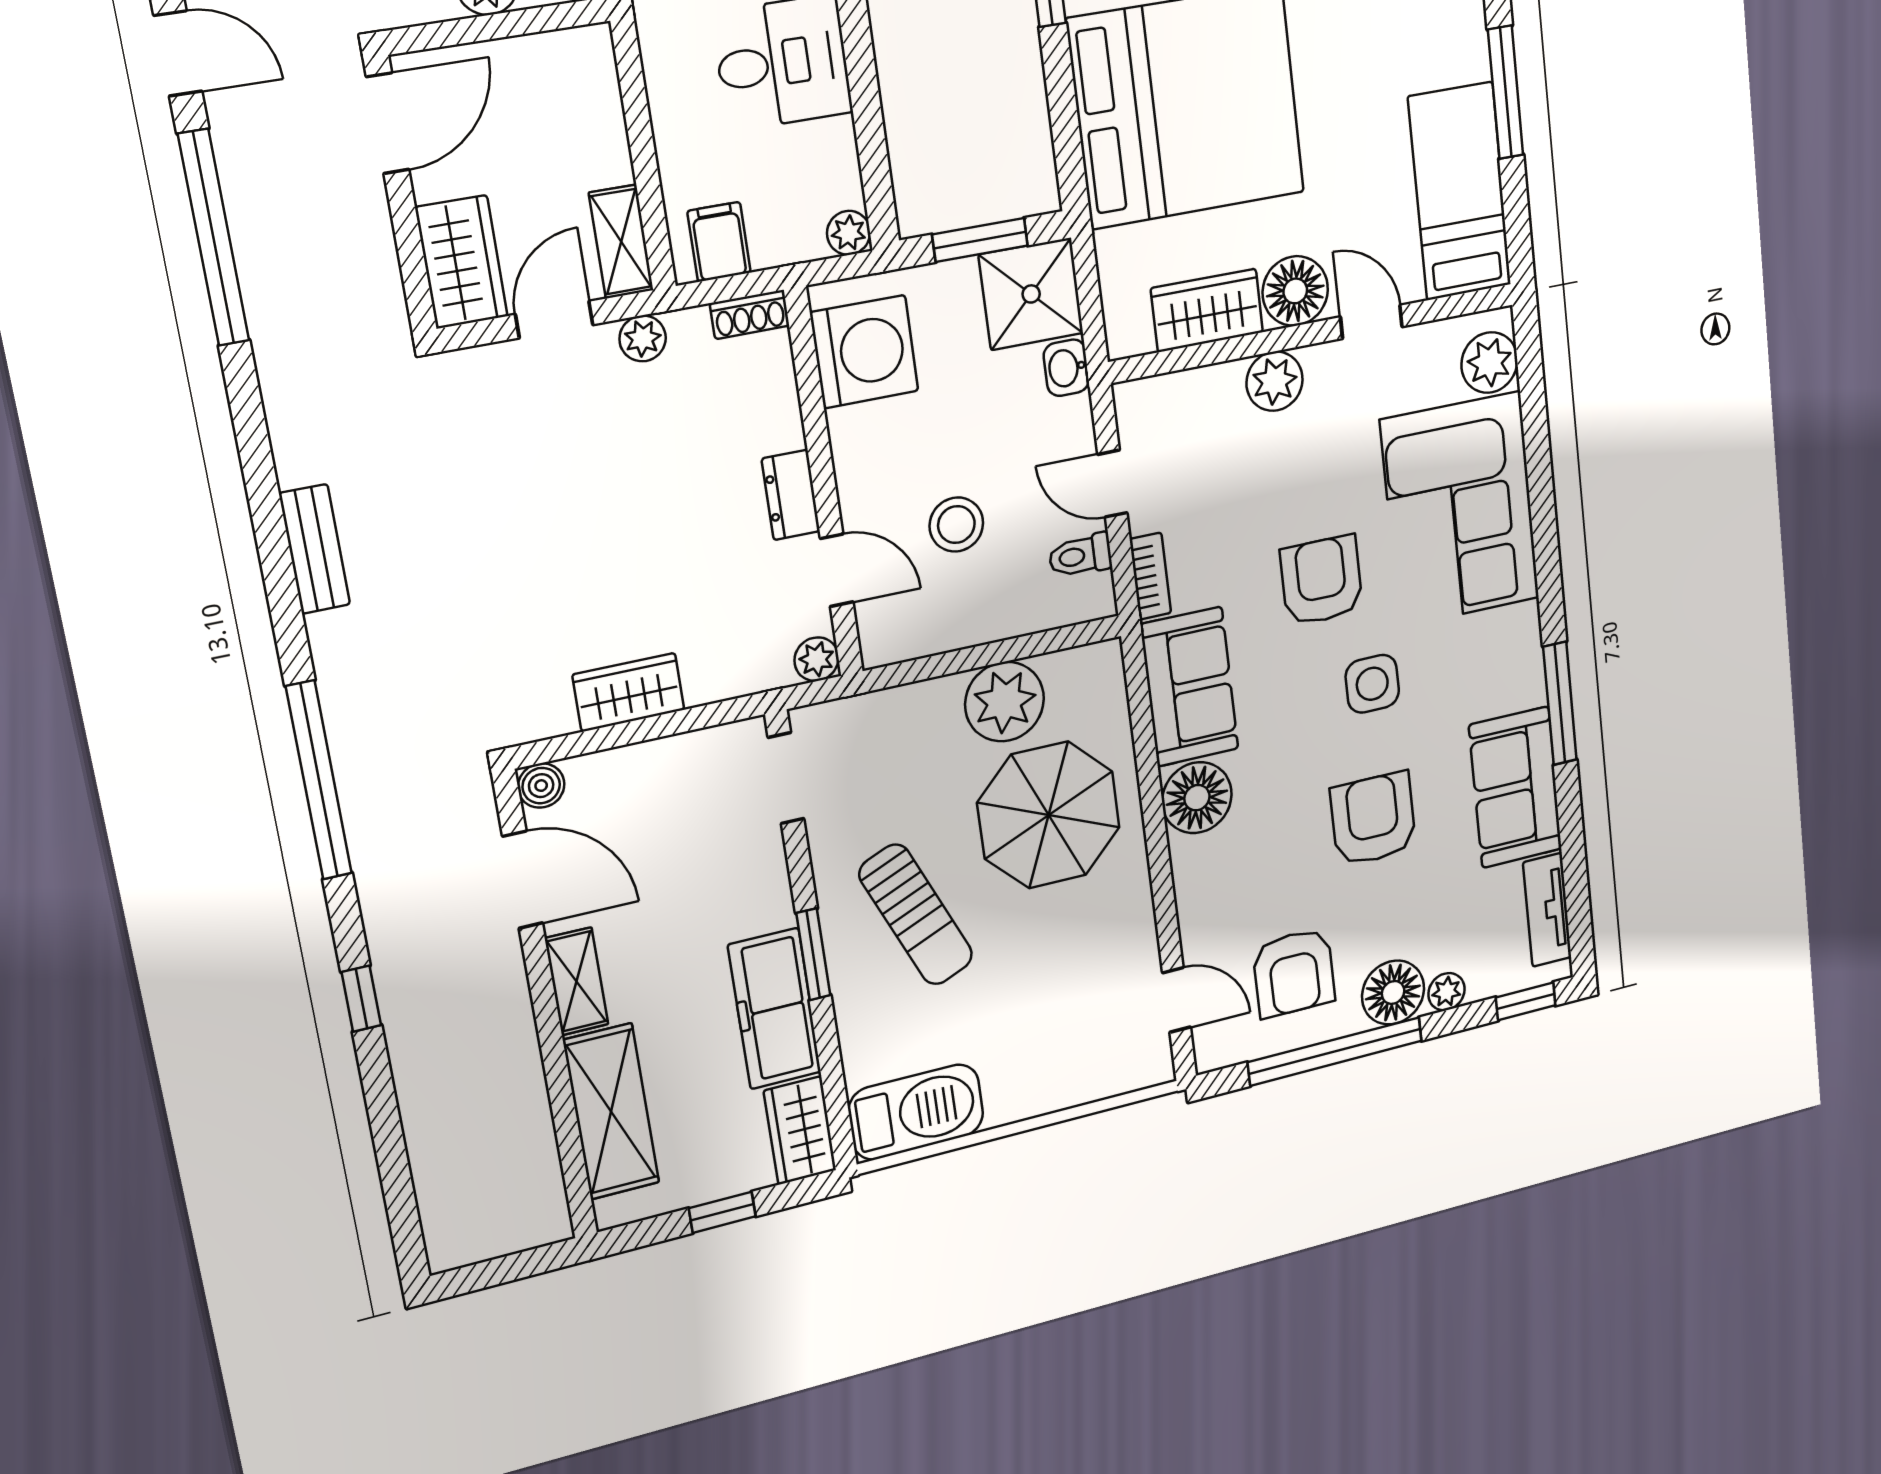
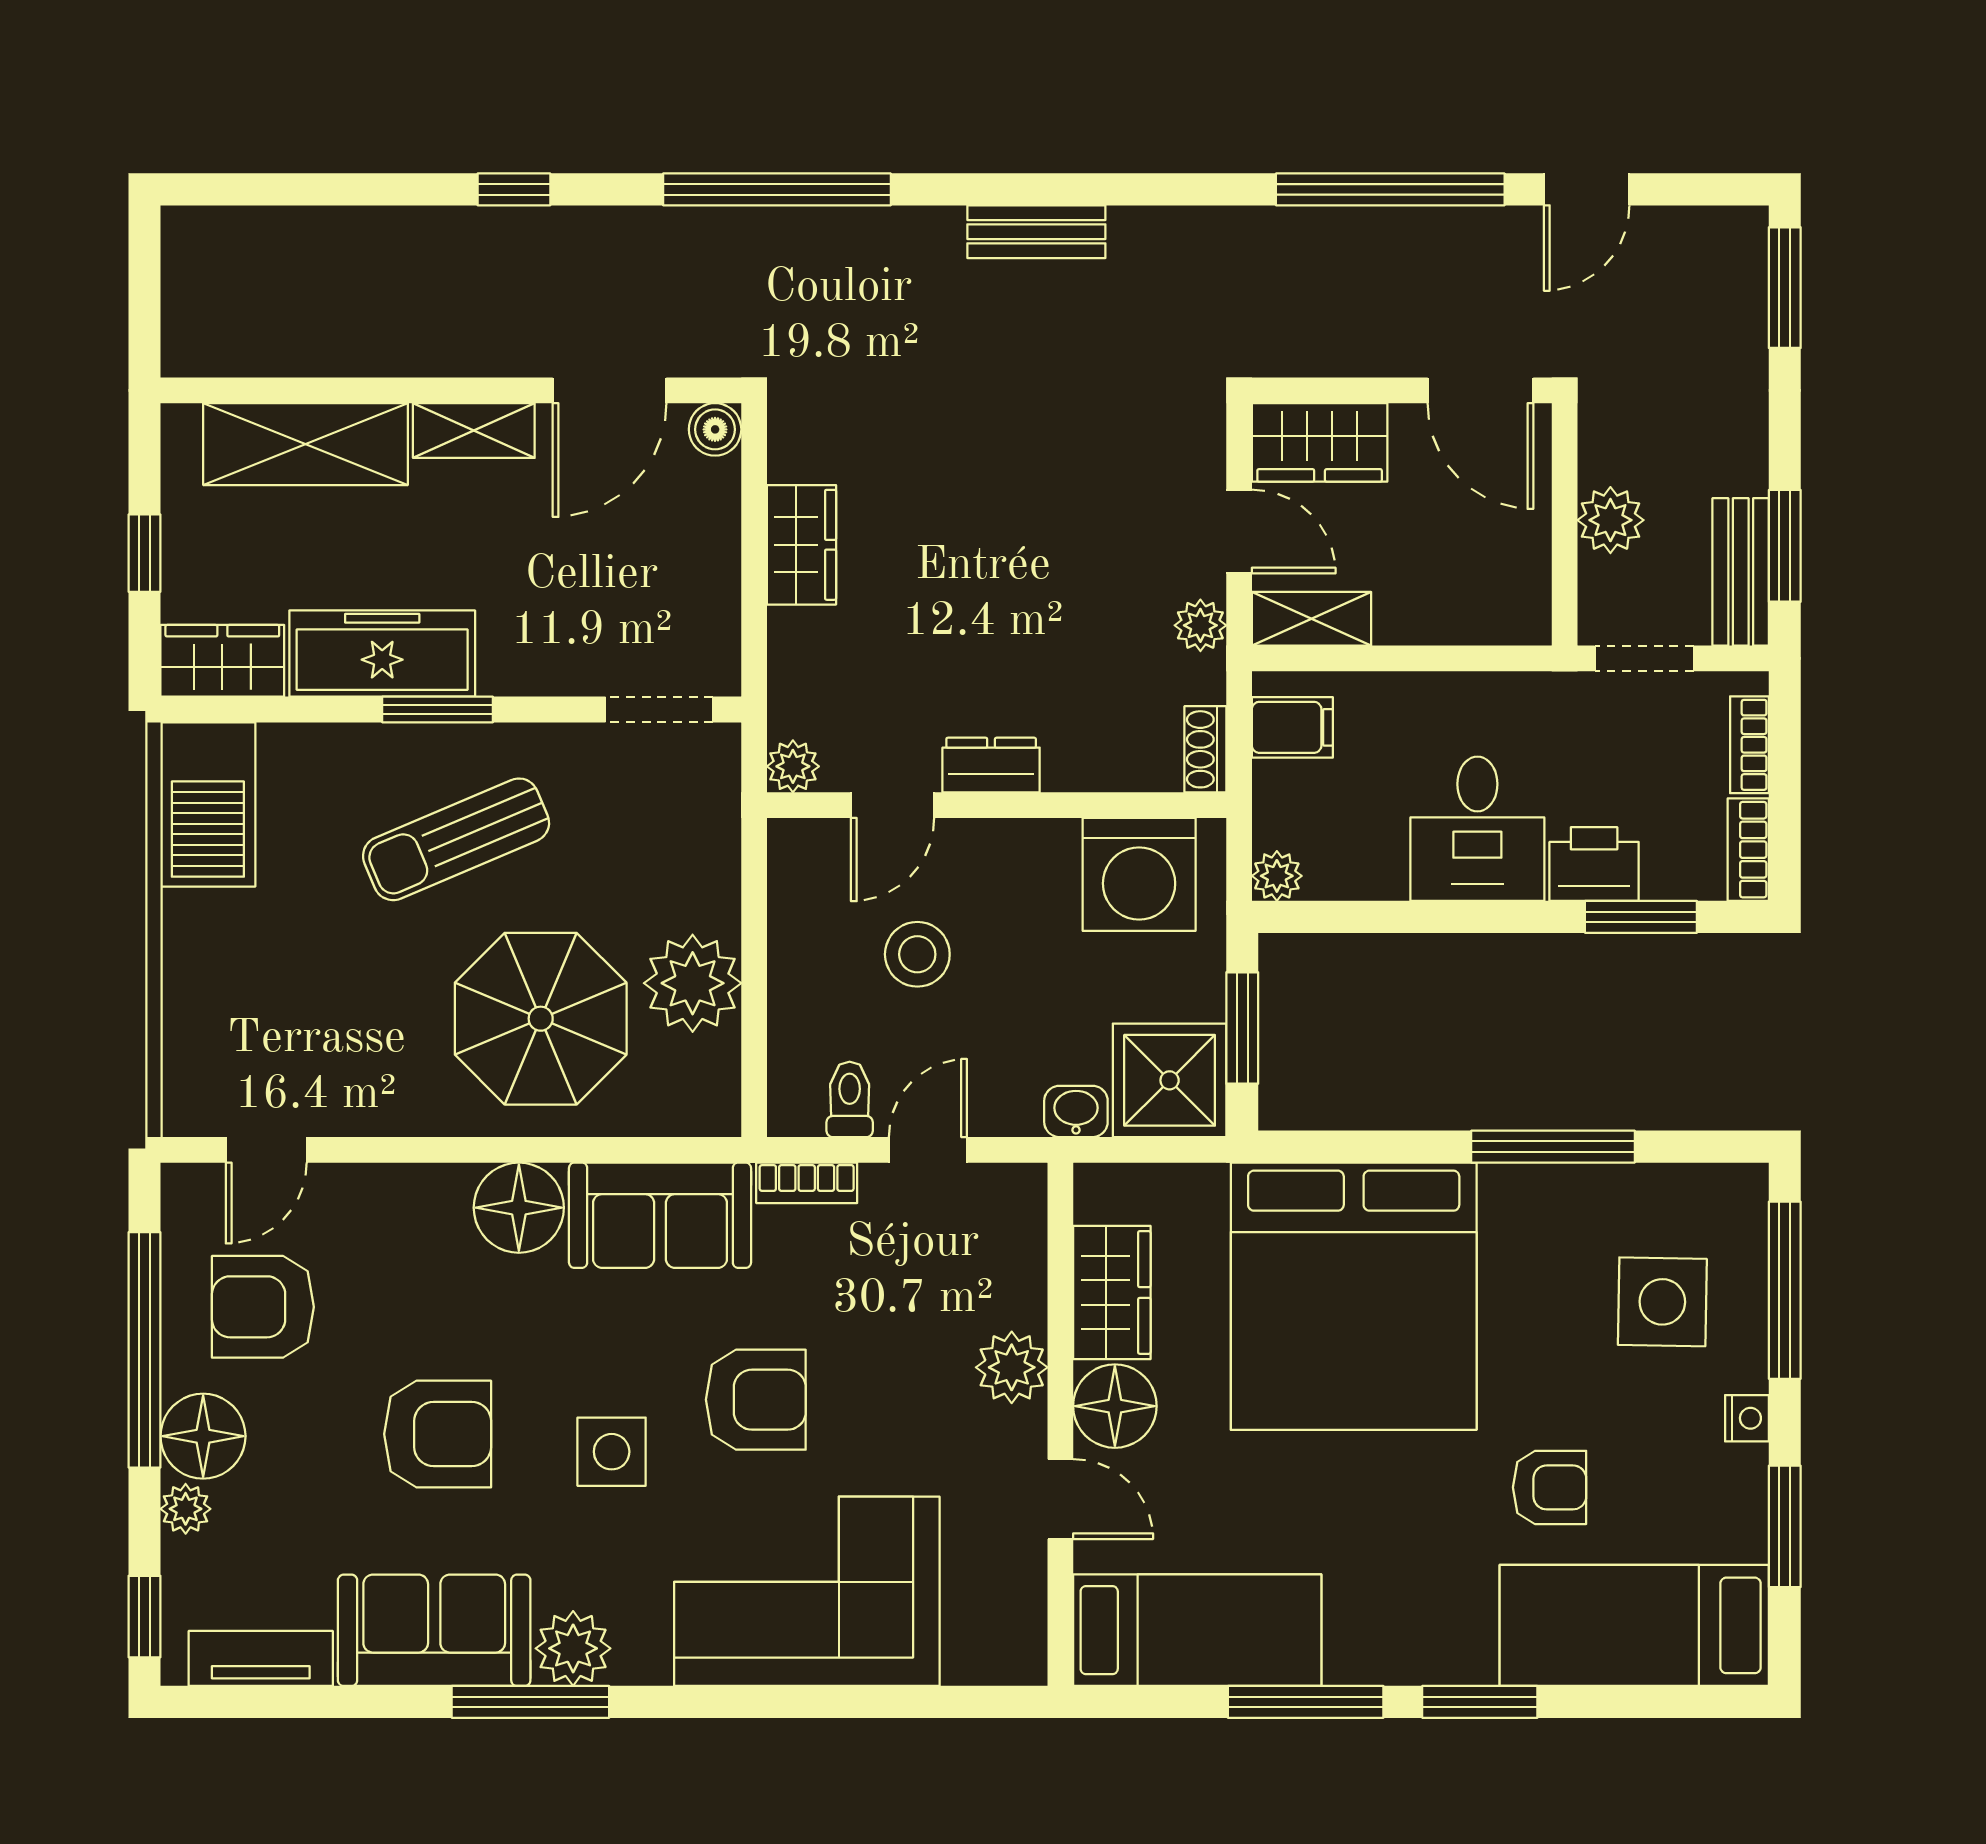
door: (1371, 322) -> (1060, 1499), hinge flipped
plant: (1489, 362) -> (573, 1648), moved

